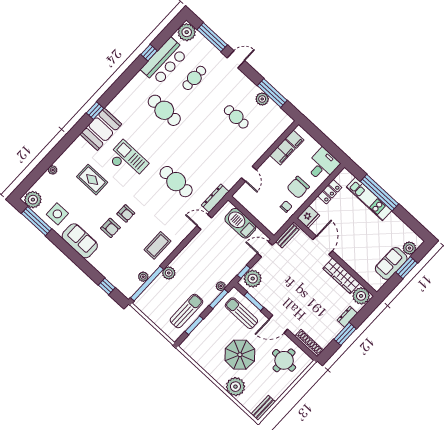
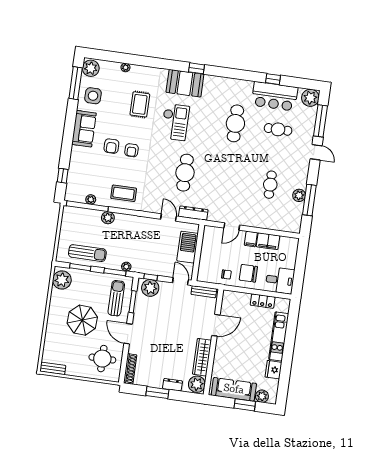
filing cabinet: (295, 139) -> (251, 239), moved
window: (379, 193) -> (290, 341), removed
fridge: (308, 217) -> (273, 370), moved, turned 90
sofa: (391, 263) -> (234, 389), width x1.36
plant: (235, 387) -> (62, 280), moved

